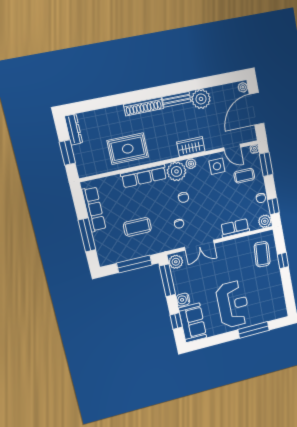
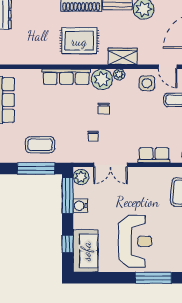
rug: (128, 149) -> (79, 41), moved
coffee table: (137, 227) -> (40, 145), moved
water cooler: (183, 300) -> (80, 206), moved

